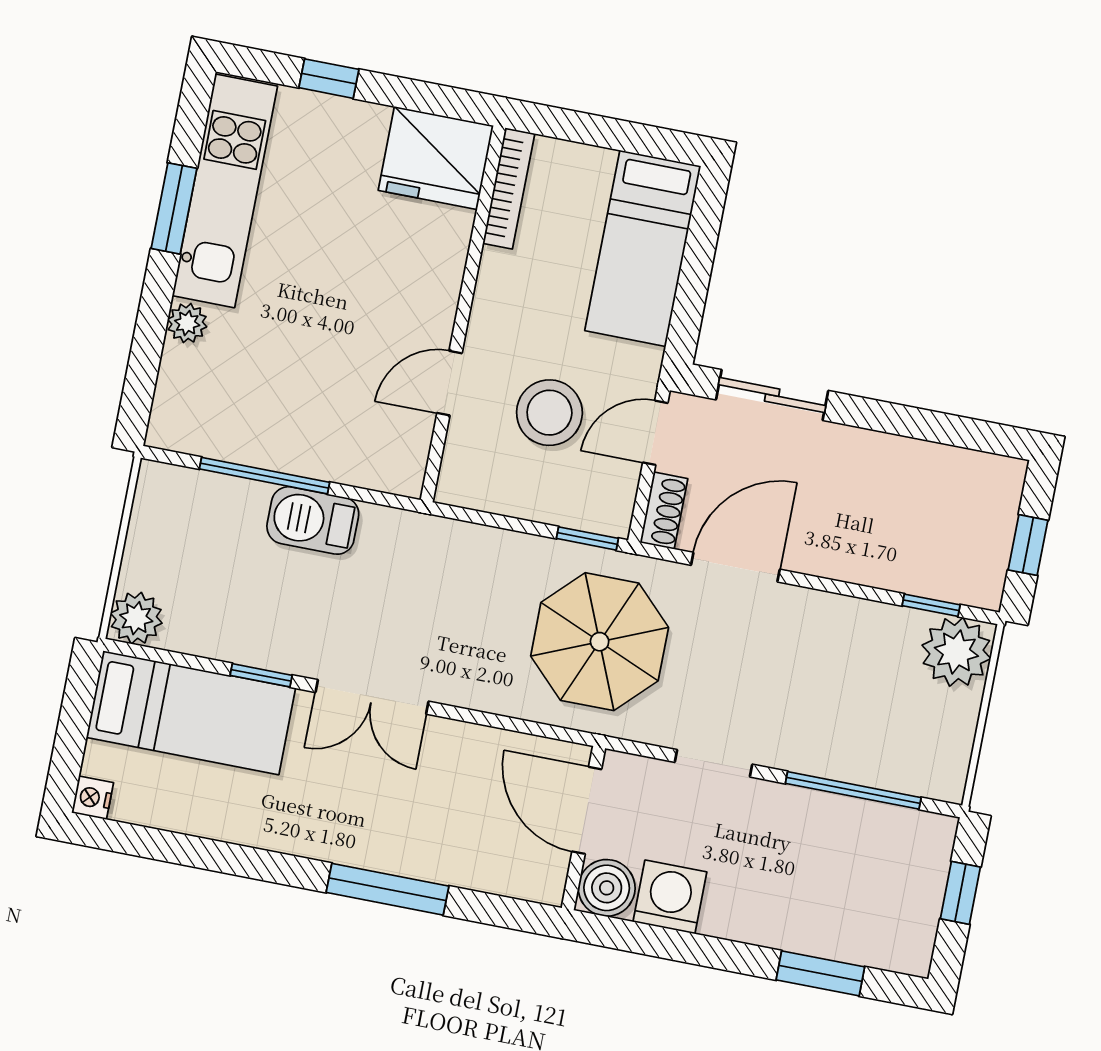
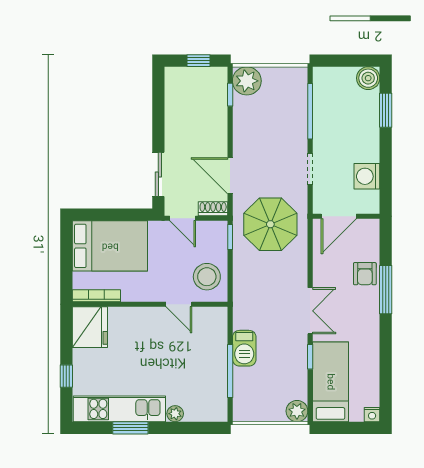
bed: (643, 248) -> (110, 246), width x1.50
stool: (549, 413) -> (207, 277), moved
armchair: (436, 846) -> (365, 274), added
boiler: (607, 888) -> (368, 78), moved
window: (960, 893) -> (343, 61), removed

